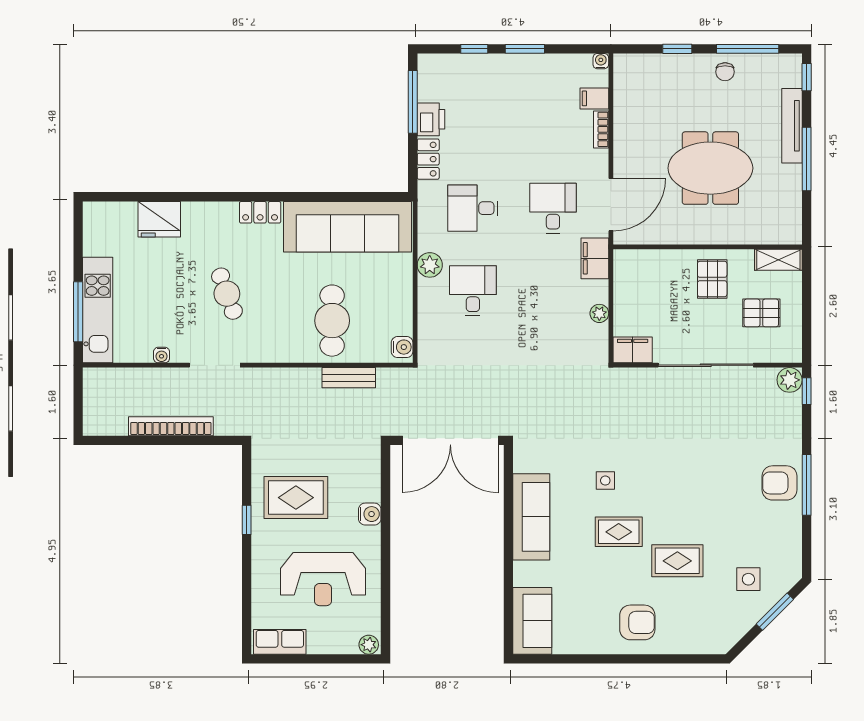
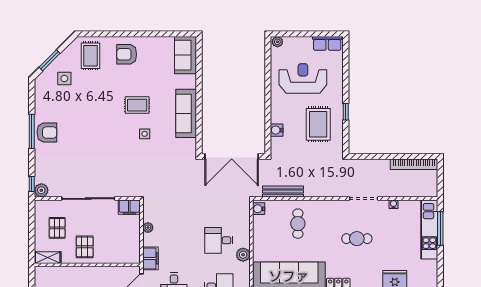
desk: (473, 291) -> (219, 240), turned 90
cafe table: (227, 294) -> (357, 239), turned -70
pallet: (761, 313) -> (57, 228), turned 90
cafe table: (332, 321) -> (298, 224), width x0.73, depth x0.74
bench: (349, 378) -> (283, 192), width x1.36
bookcase: (171, 426) -> (414, 164), moved
double door: (450, 440) -> (232, 156), swing flipped
rug: (296, 498) -> (318, 124), turned 90
water cooler: (370, 514) -> (277, 130), moved
rug: (677, 561) -> (91, 56), moved, turned 90

